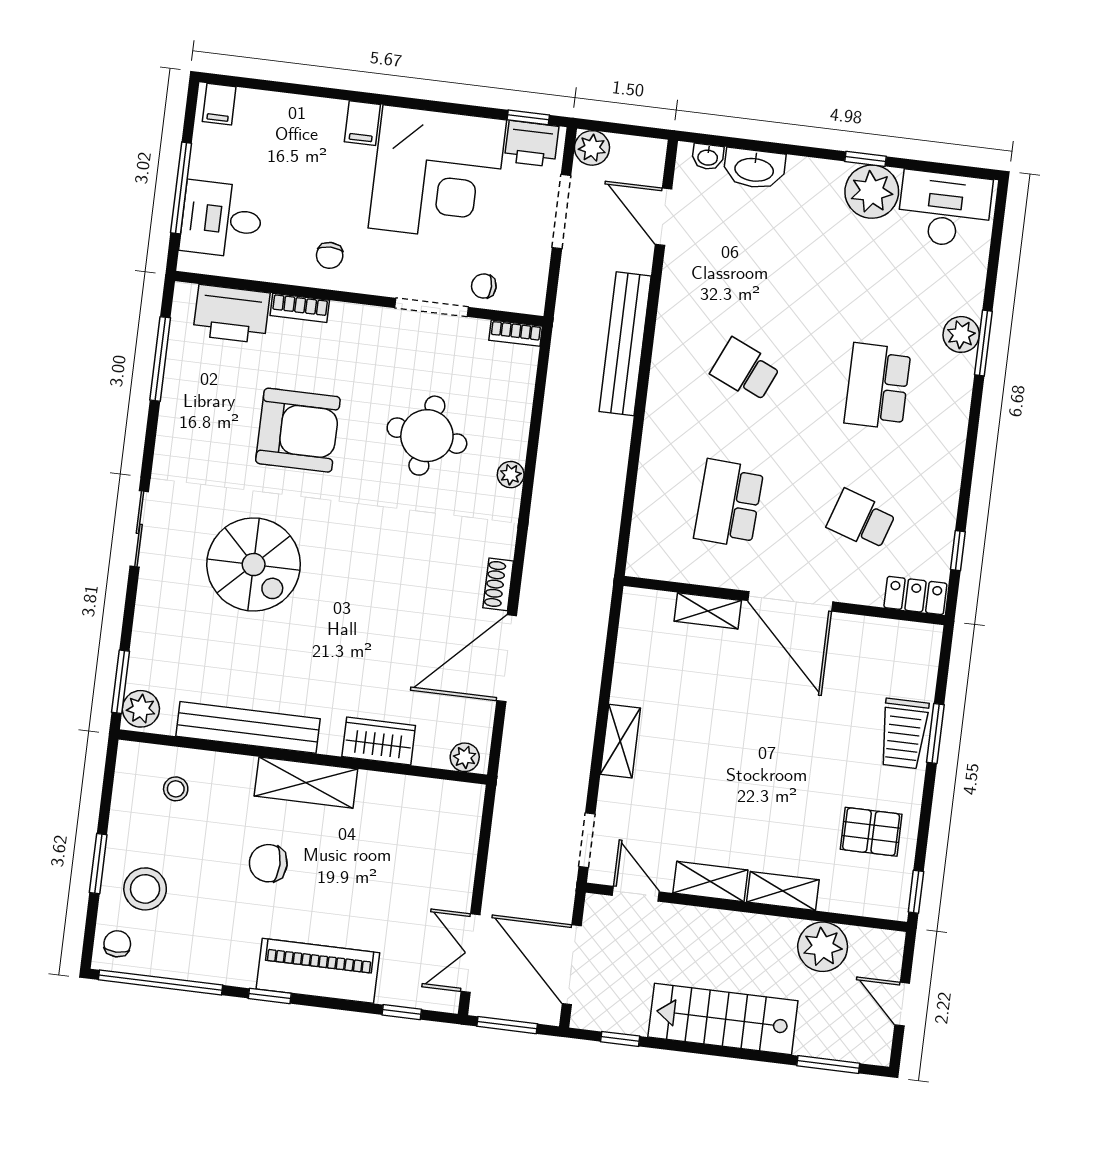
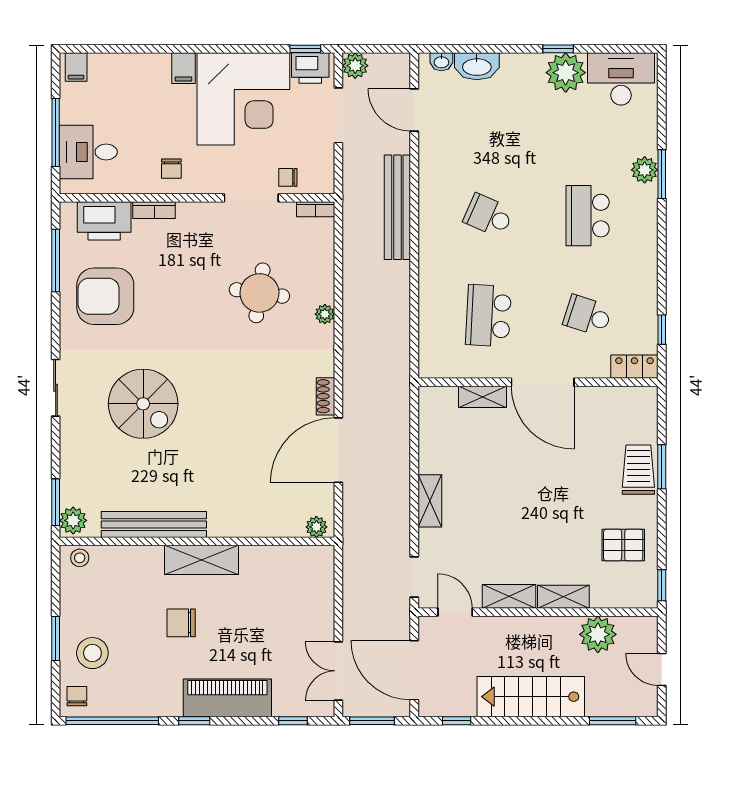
armchair: (298, 430) -> (105, 296), moved, turned 180
trolley: (904, 734) -> (638, 470), turned 180
wardrobe: (379, 741) -> (251, 523), removed
stool: (176, 789) -> (80, 558), moved

